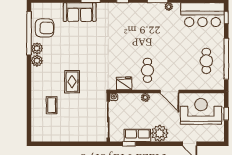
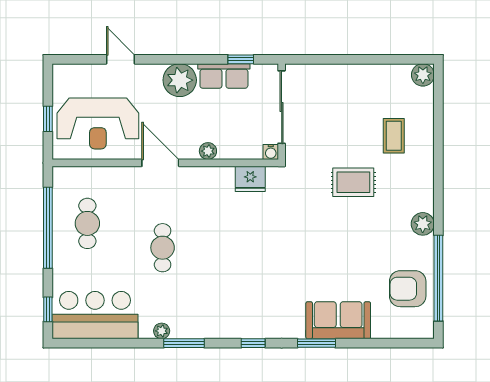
plant: (37, 48) -> (423, 75), moved
cafe table: (147, 70) -> (163, 248), moved
rug: (72, 82) -> (353, 182), turned 90

